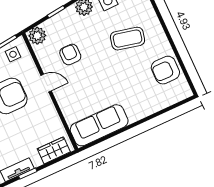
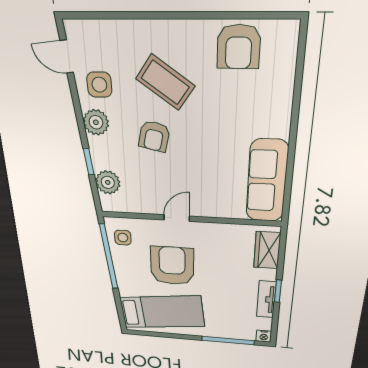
plant: (37, 36) -> (108, 182), moved
coffee table: (128, 39) -> (165, 82), turned -68
armchair: (70, 55) -> (154, 136), moved, turned -78

